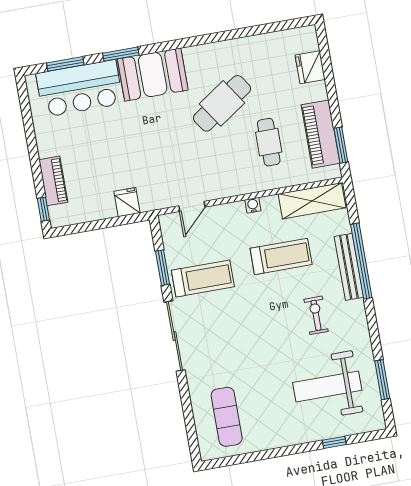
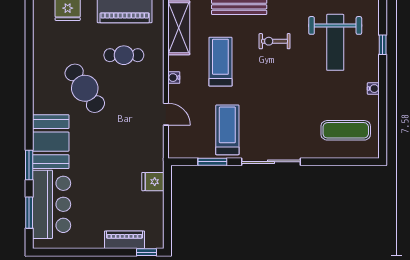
door: (192, 206) -> (166, 114), moved
water cooler: (281, 441) -> (373, 89), added

